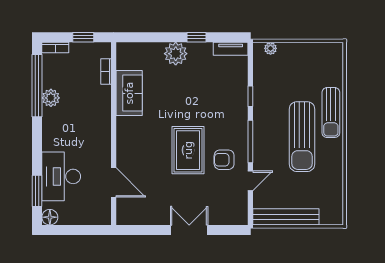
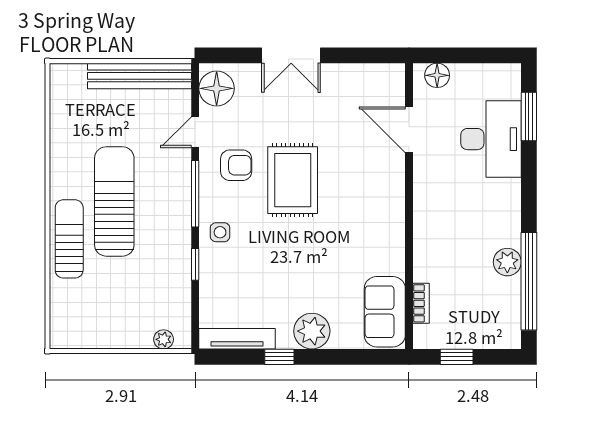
bookcase: (55, 48) -> (500, 341), removed
tv unit: (231, 49) -> (237, 339), width x1.41
sofa: (129, 93) -> (385, 312), moved
side table: (234, 117) -> (220, 232), added
floor lamp: (237, 209) -> (217, 88), added
floor lamp: (50, 217) -> (437, 75), moved

